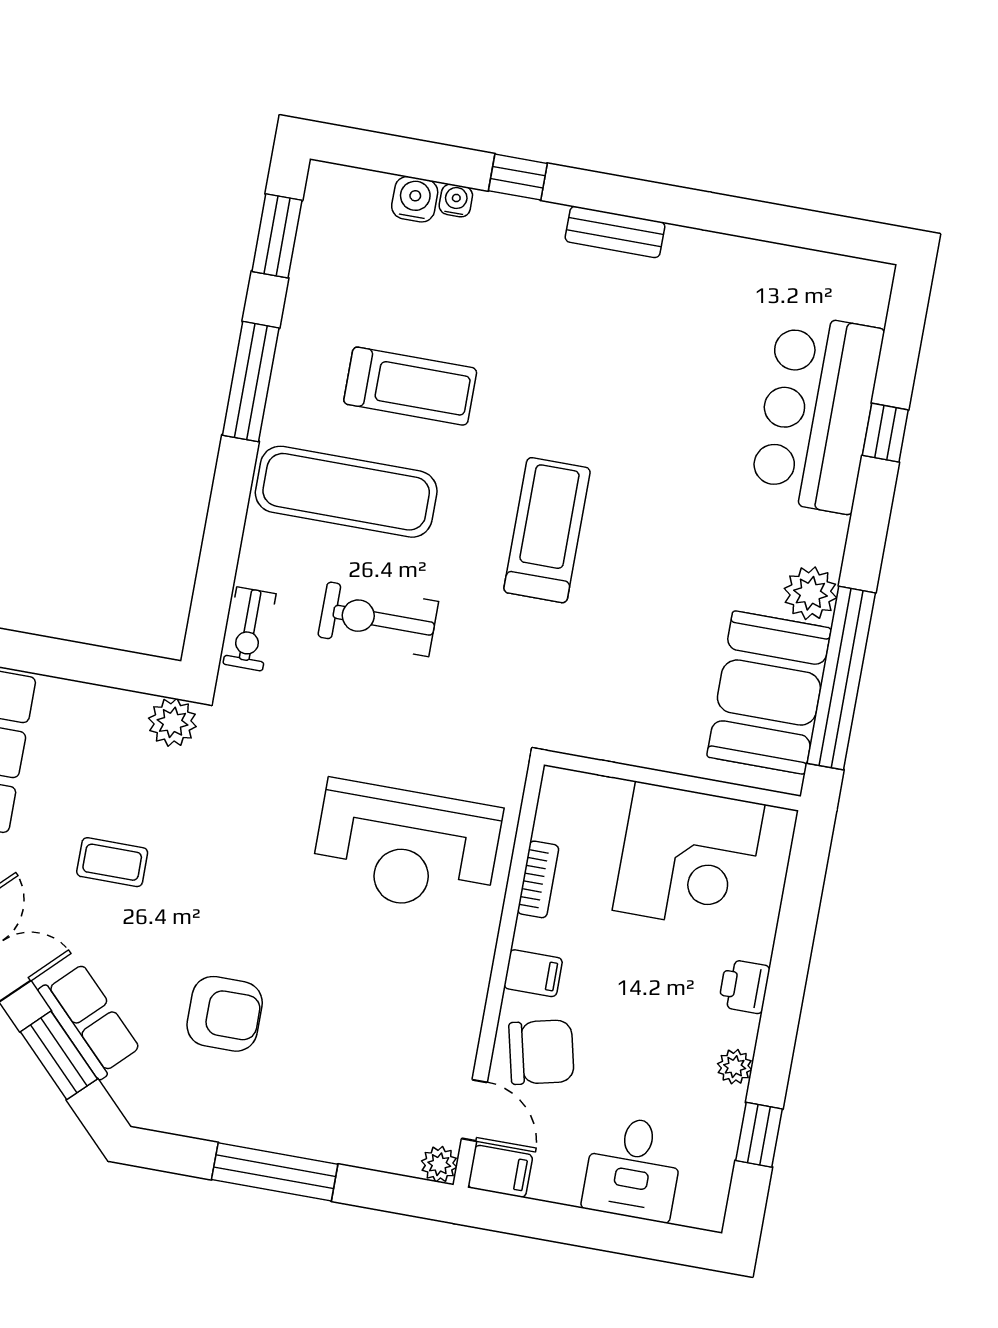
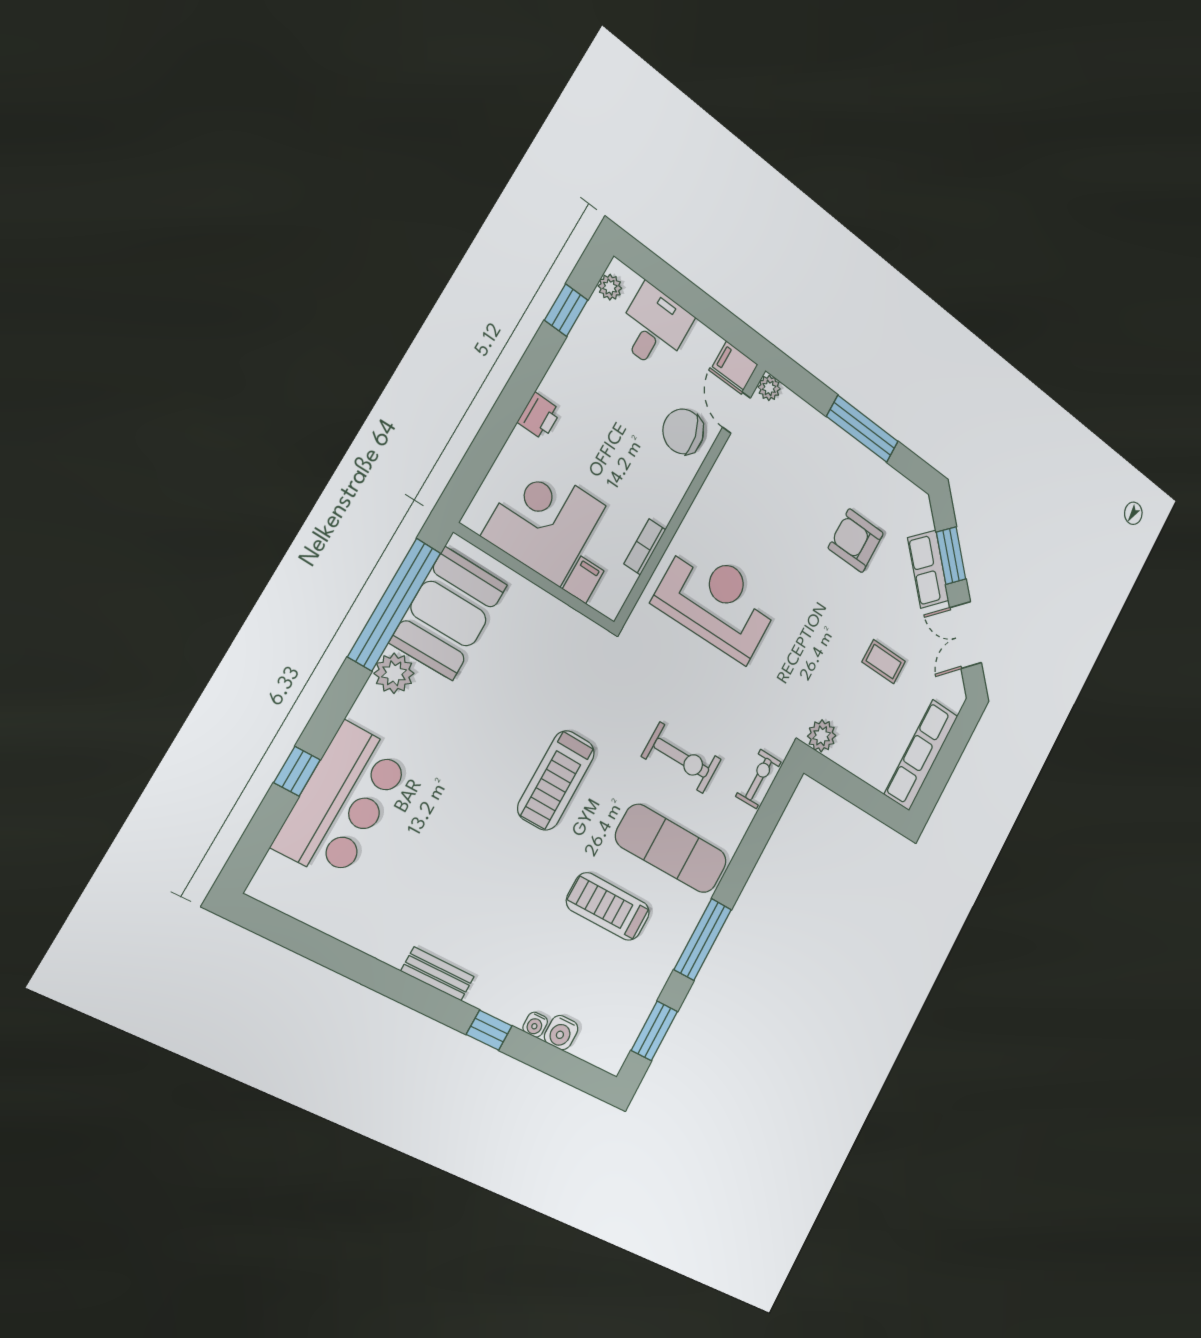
filing cabinet: (533, 973) -> (583, 580), moved, turned 90
plant: (735, 1067) -> (610, 287), moved

